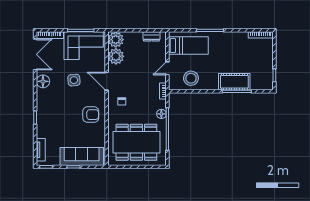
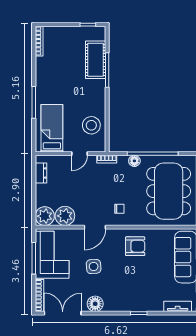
door: (167, 68) -> (79, 154), hinge flipped
cot: (234, 82) -> (96, 60), moved
armchair: (91, 115) -> (135, 246), turned 90

